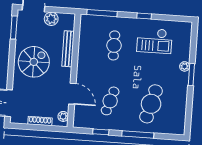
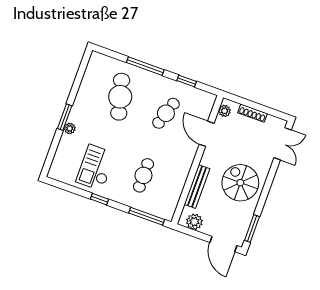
plant: (51, 19) -> (194, 222), moved
checkout: (154, 41) -> (96, 168), turned -90
spiral stairs: (34, 62) -> (240, 183), turned 90
cafe table: (151, 104) -> (120, 97), turned -30

